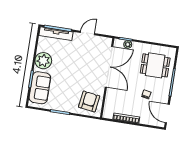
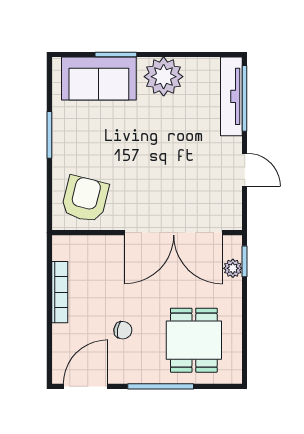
armchair: (89, 101) -> (85, 199), turned -84

